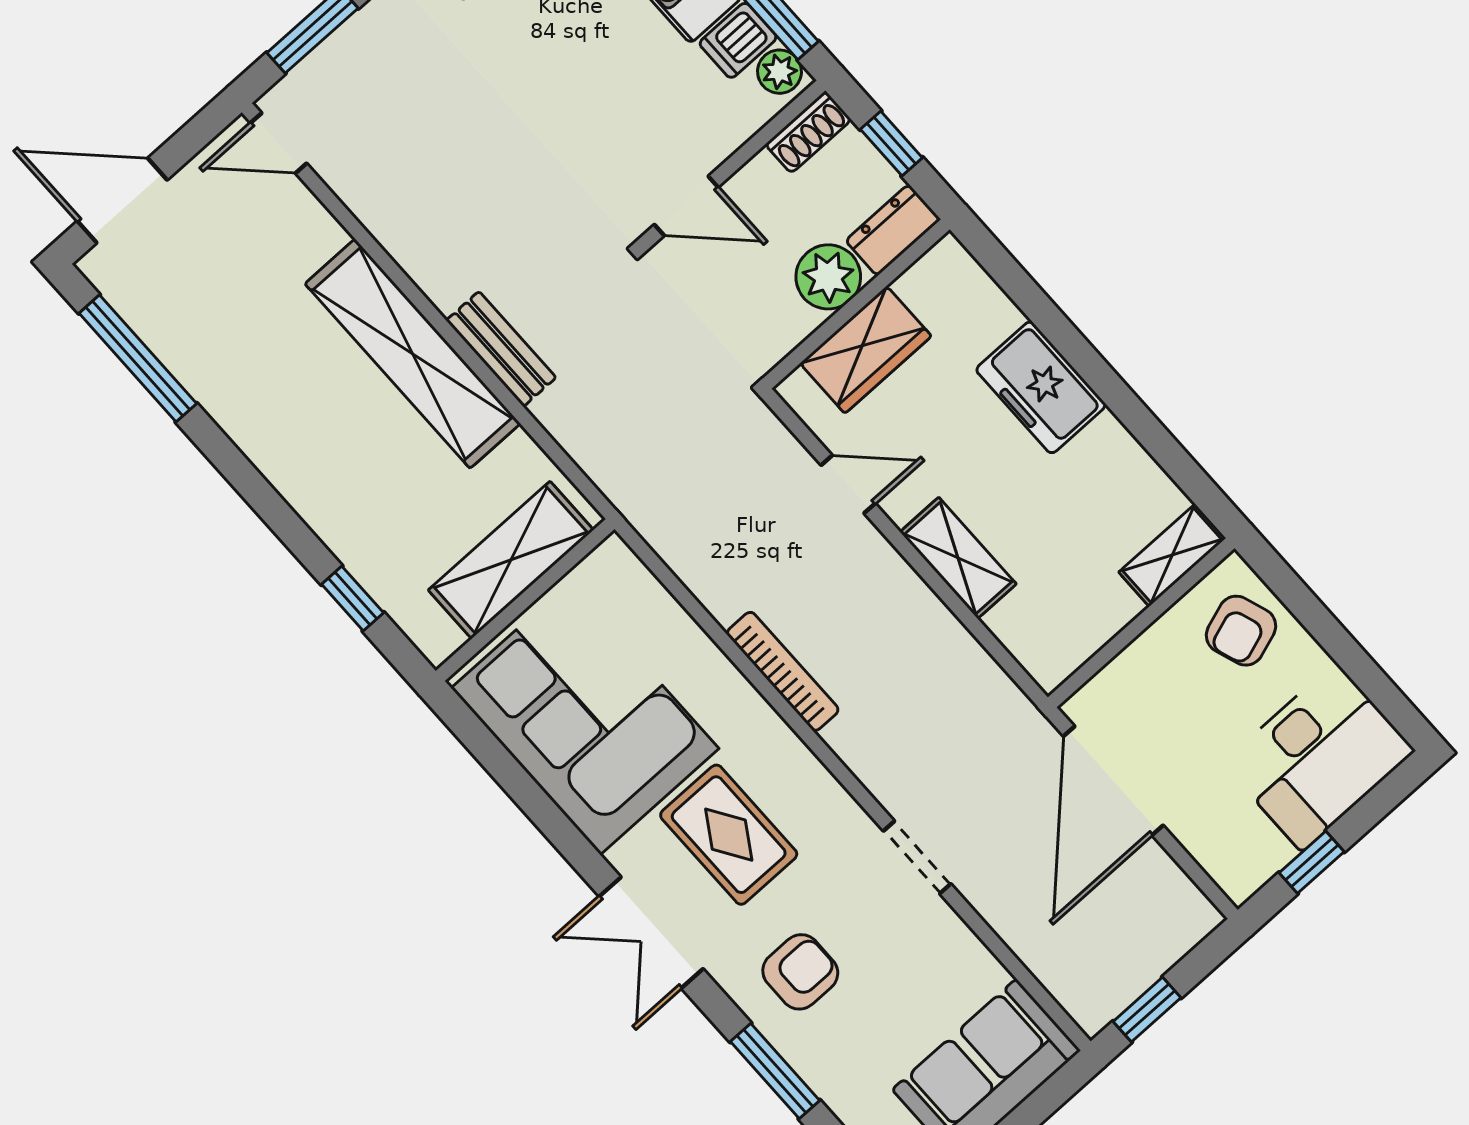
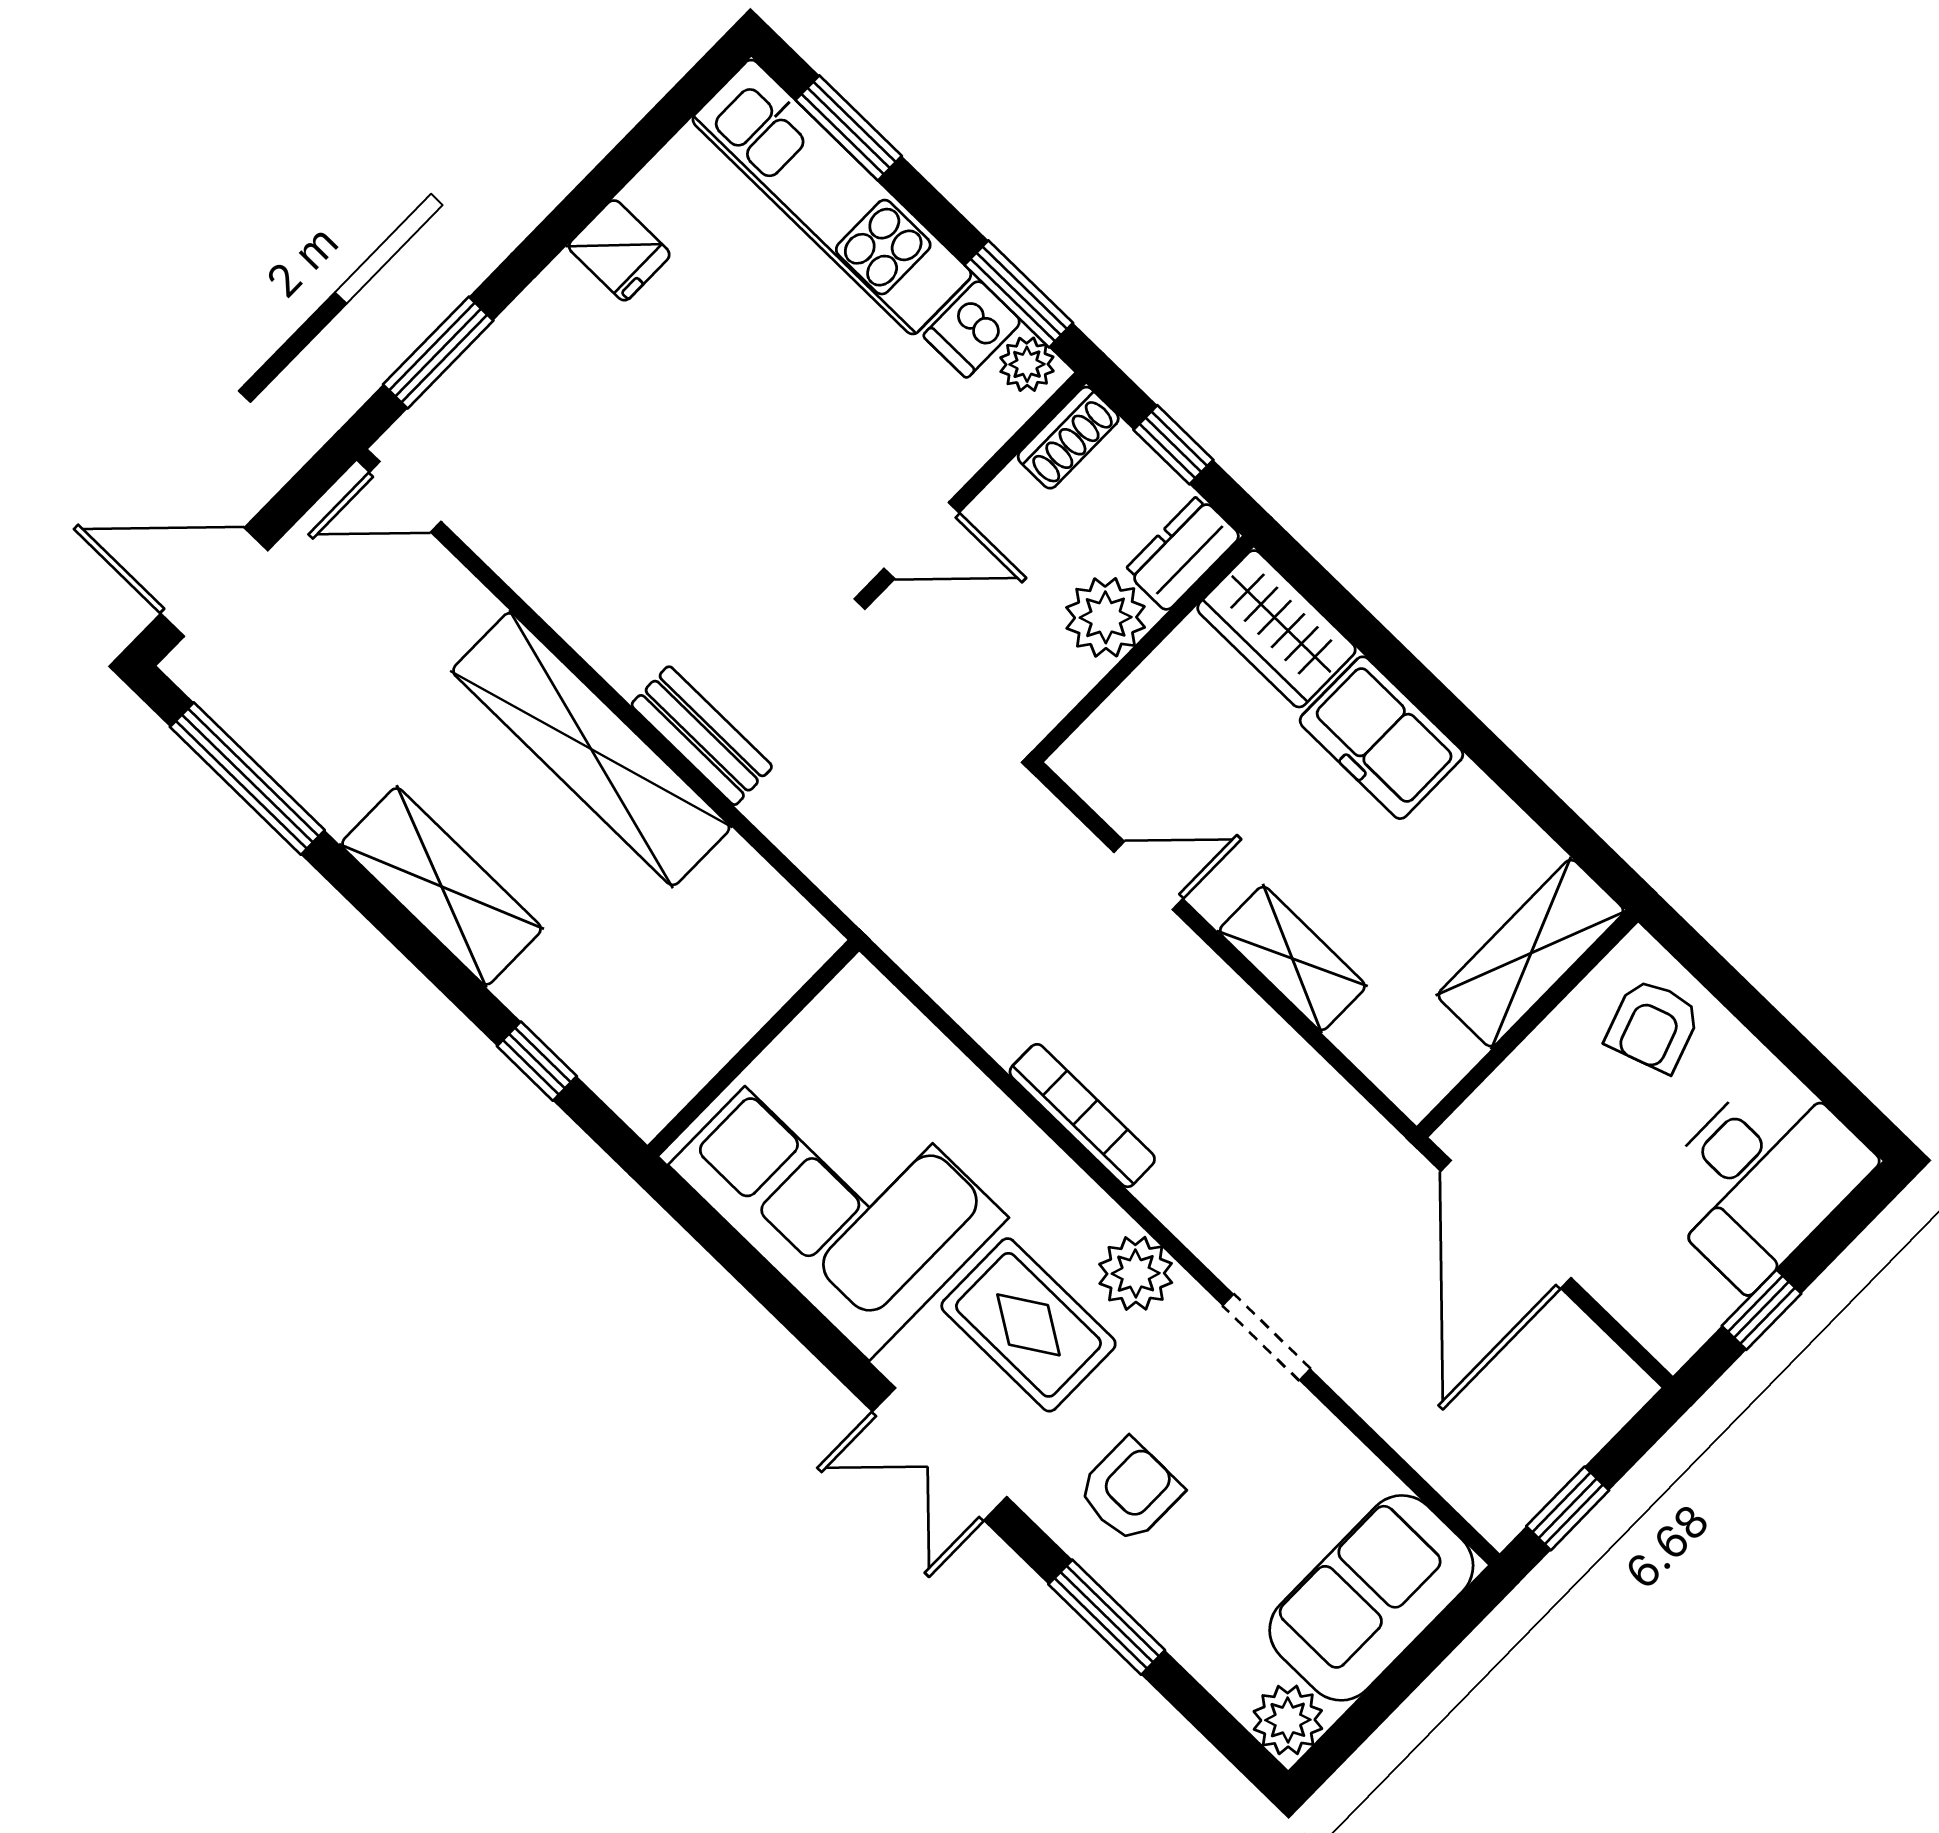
wardrobe: (866, 350) -> (1276, 629), moved, turned 90
shelving: (1172, 555) -> (1531, 953), width x1.50, depth x1.33
shelving: (511, 560) -> (441, 886), moved, turned 90
plant: (817, 800) -> (1136, 1273), added

